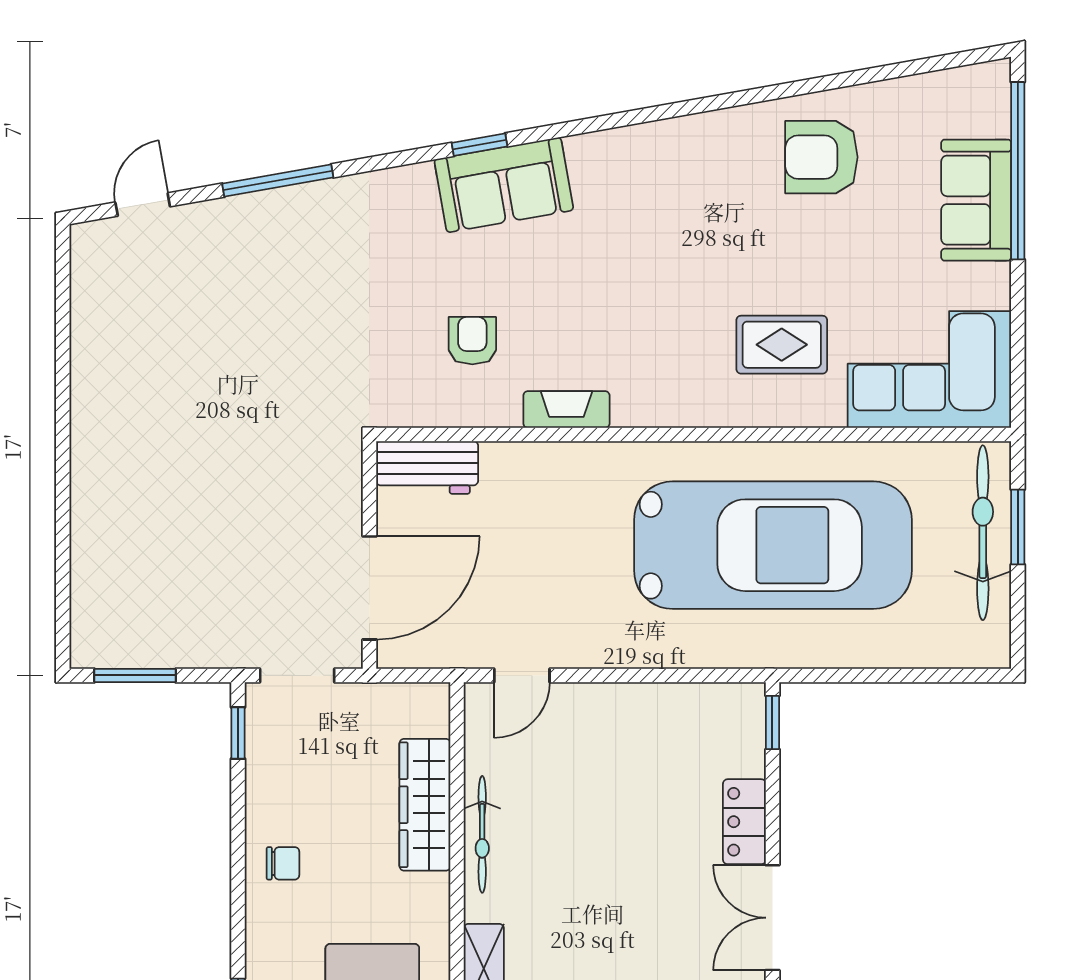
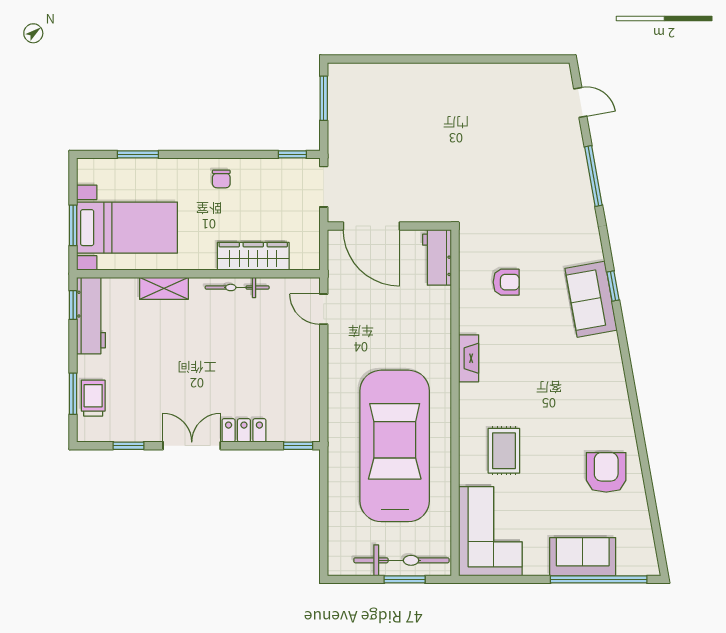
fireplace: (566, 410) -> (469, 358), moved
car: (773, 545) -> (395, 446), turned 180

